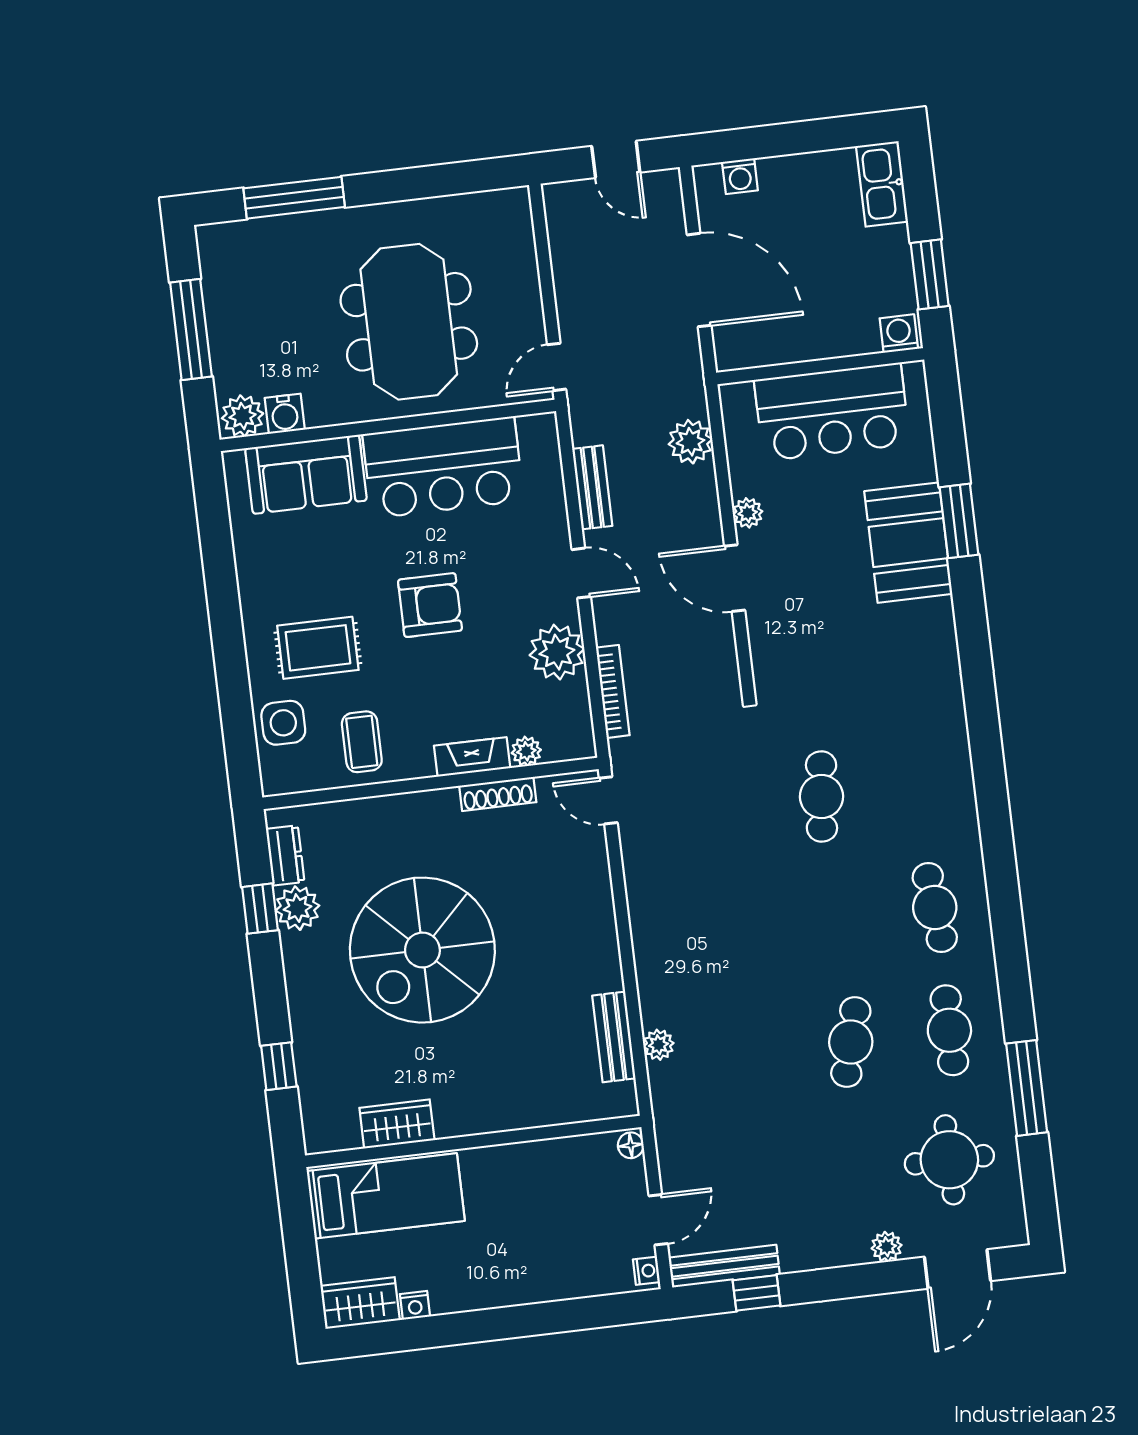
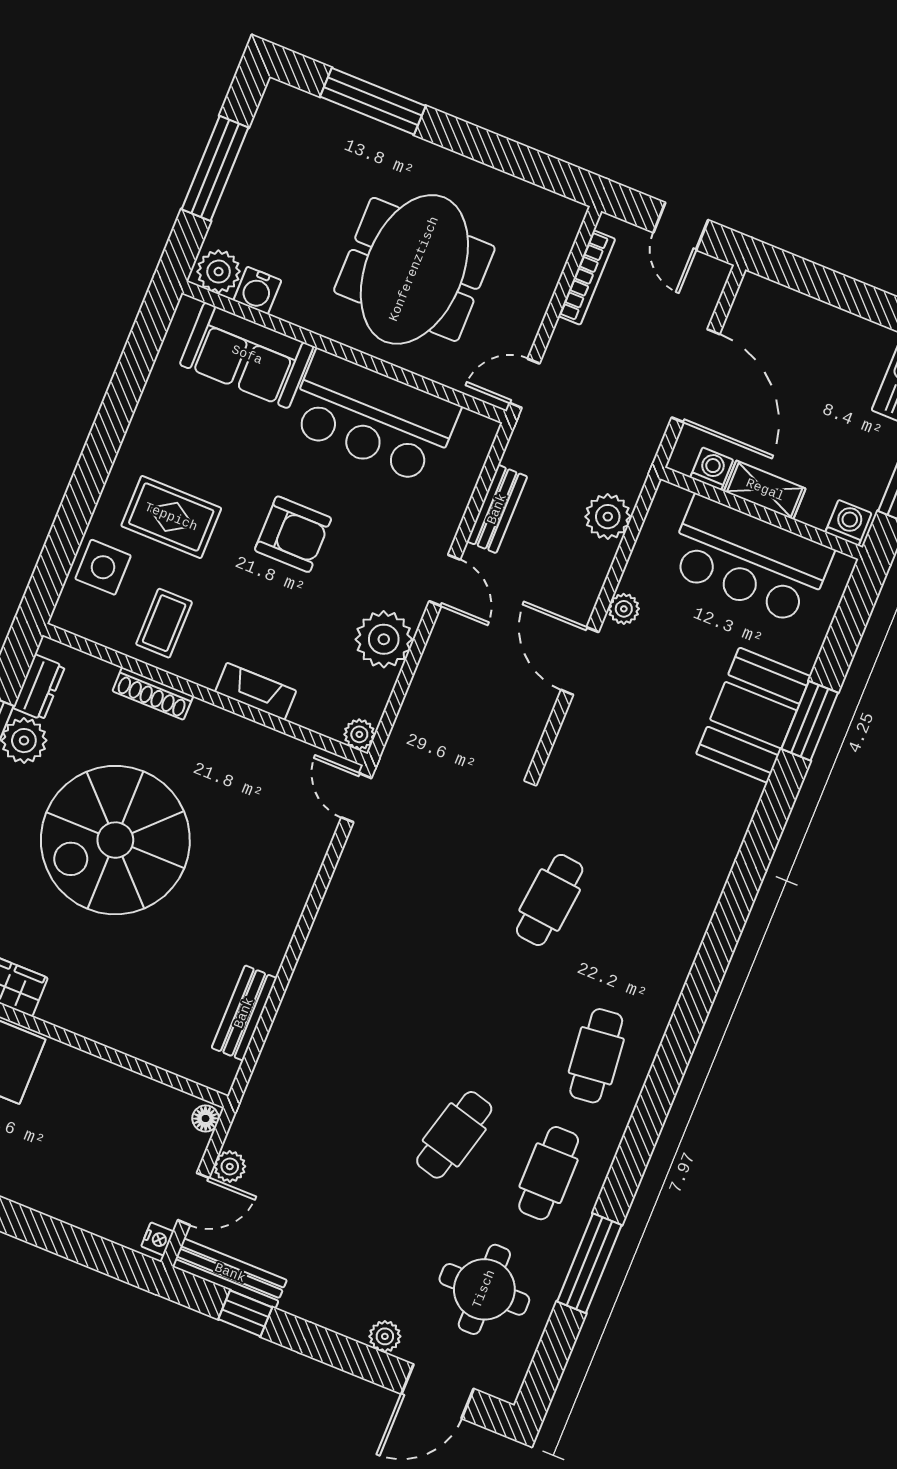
washing machine: (740, 176) -> (712, 469), moved, turned 180
shelving: (812, 345) -> (765, 490), added
bookcase: (613, 691) -> (587, 277), moved
plant: (526, 751) -> (359, 734), moved
shoe rack: (498, 794) -> (153, 694), moved
plant: (659, 1045) -> (230, 1166), moved

